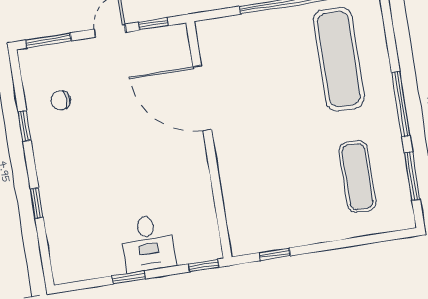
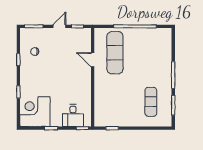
exercise mat: (339, 59) -> (115, 53), moved
door: (202, 98) -> (93, 60), width x0.53
desk: (148, 243) -> (73, 115), moved
corner desk: (84, 244) -> (35, 112), added

